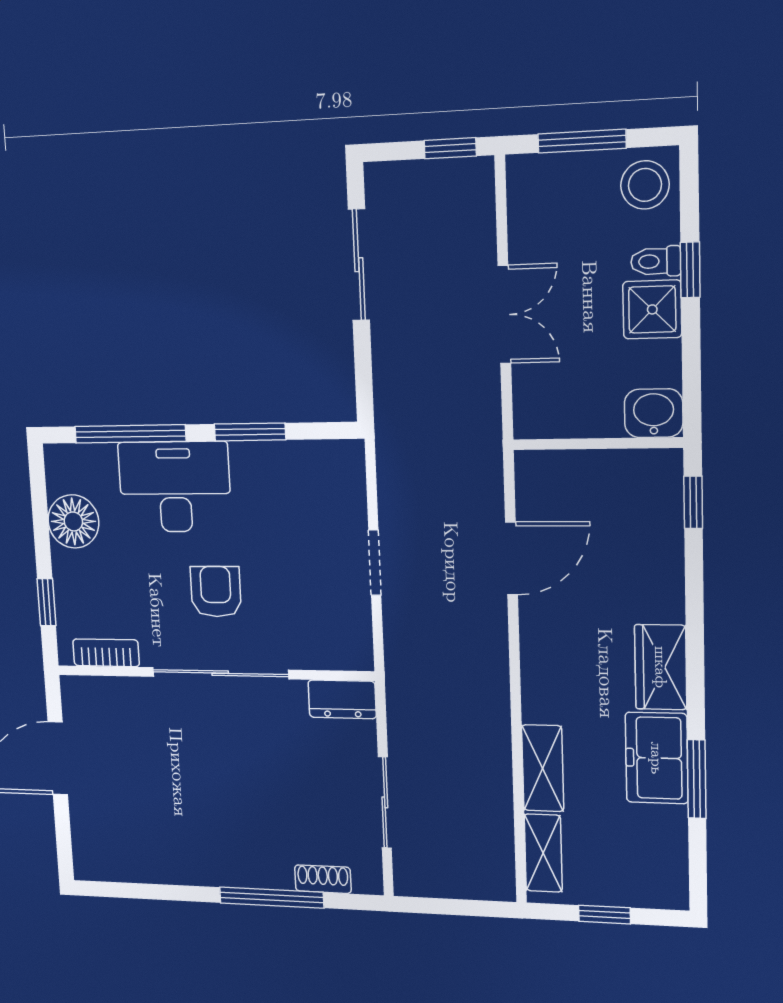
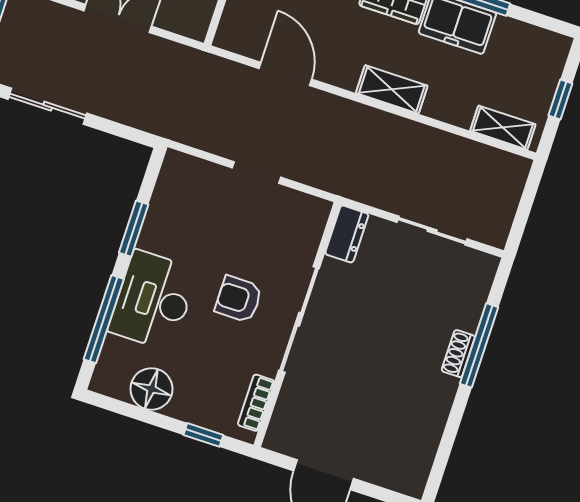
shelving: (543, 768) -> (392, 89), moved
shoe rack: (323, 879) -> (458, 354), moved

